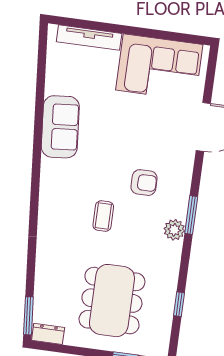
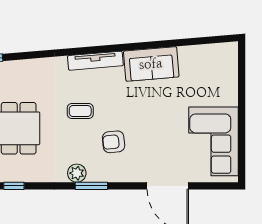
tv unit: (89, 38) -> (95, 61), moved, turned -95
armchair: (144, 183) -> (114, 142), turned 84

